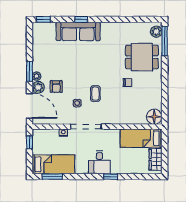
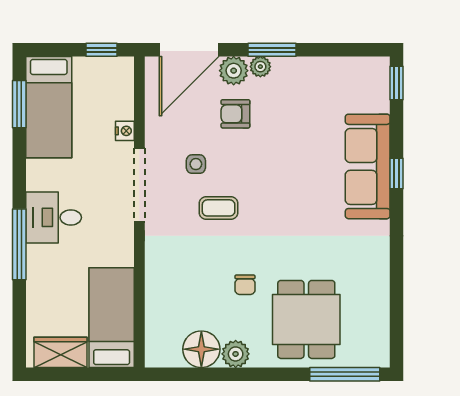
plant: (156, 32) -> (236, 354), moved
floor lamp: (154, 117) -> (201, 349), moved
window: (111, 177) -> (19, 244), width x2.17

